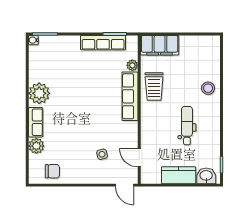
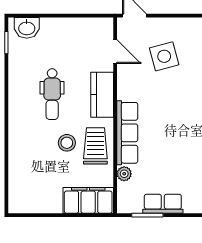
row of seats: (103, 43) -> (163, 204), width x0.68
stool: (208, 88) -> (67, 143), moved
side table: (102, 154) -> (164, 56), width x1.87, depth x1.87
kitchen counter: (179, 175) -> (102, 95), moved, turned 90

